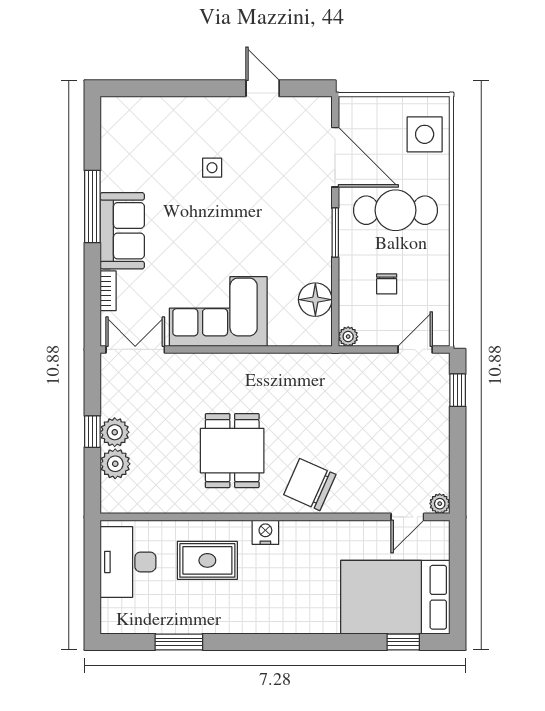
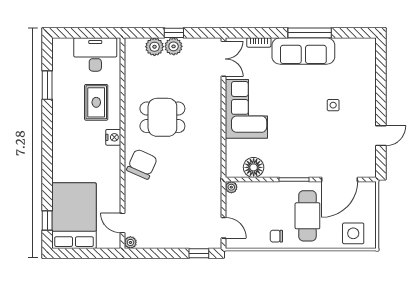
sofa: (122, 231) -> (303, 51), width x1.36
chair: (387, 284) -> (276, 236), moved

